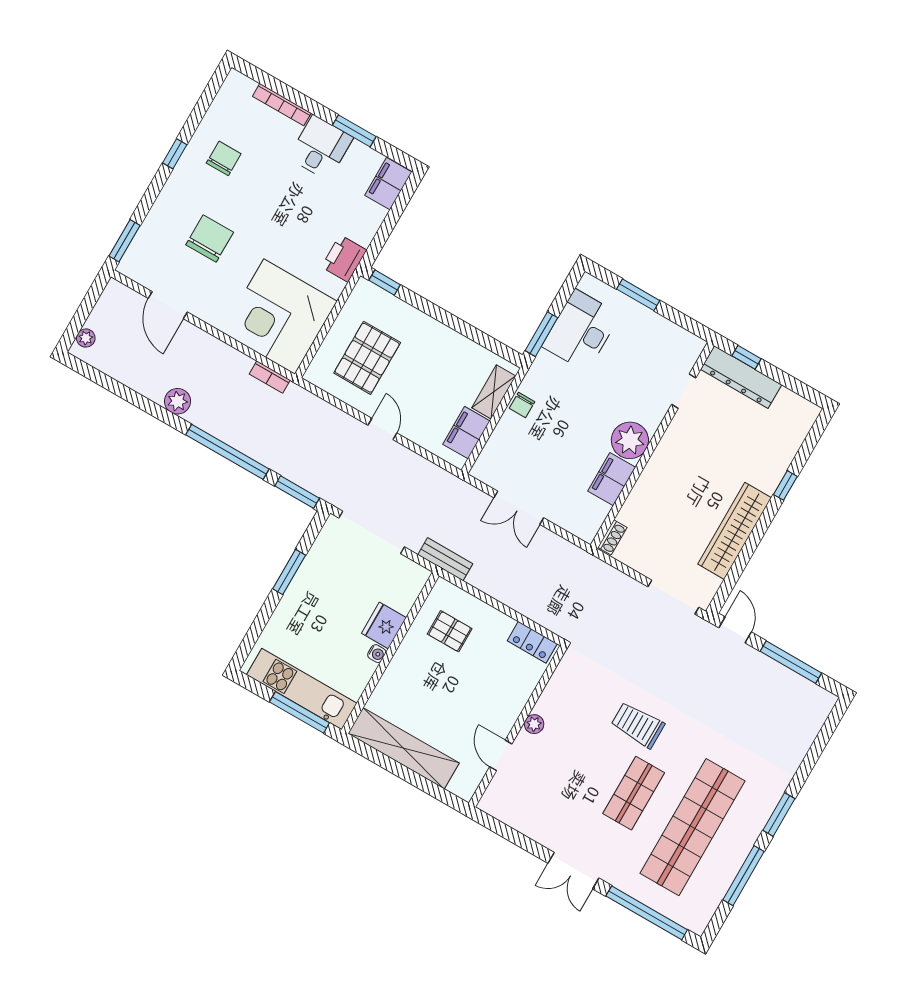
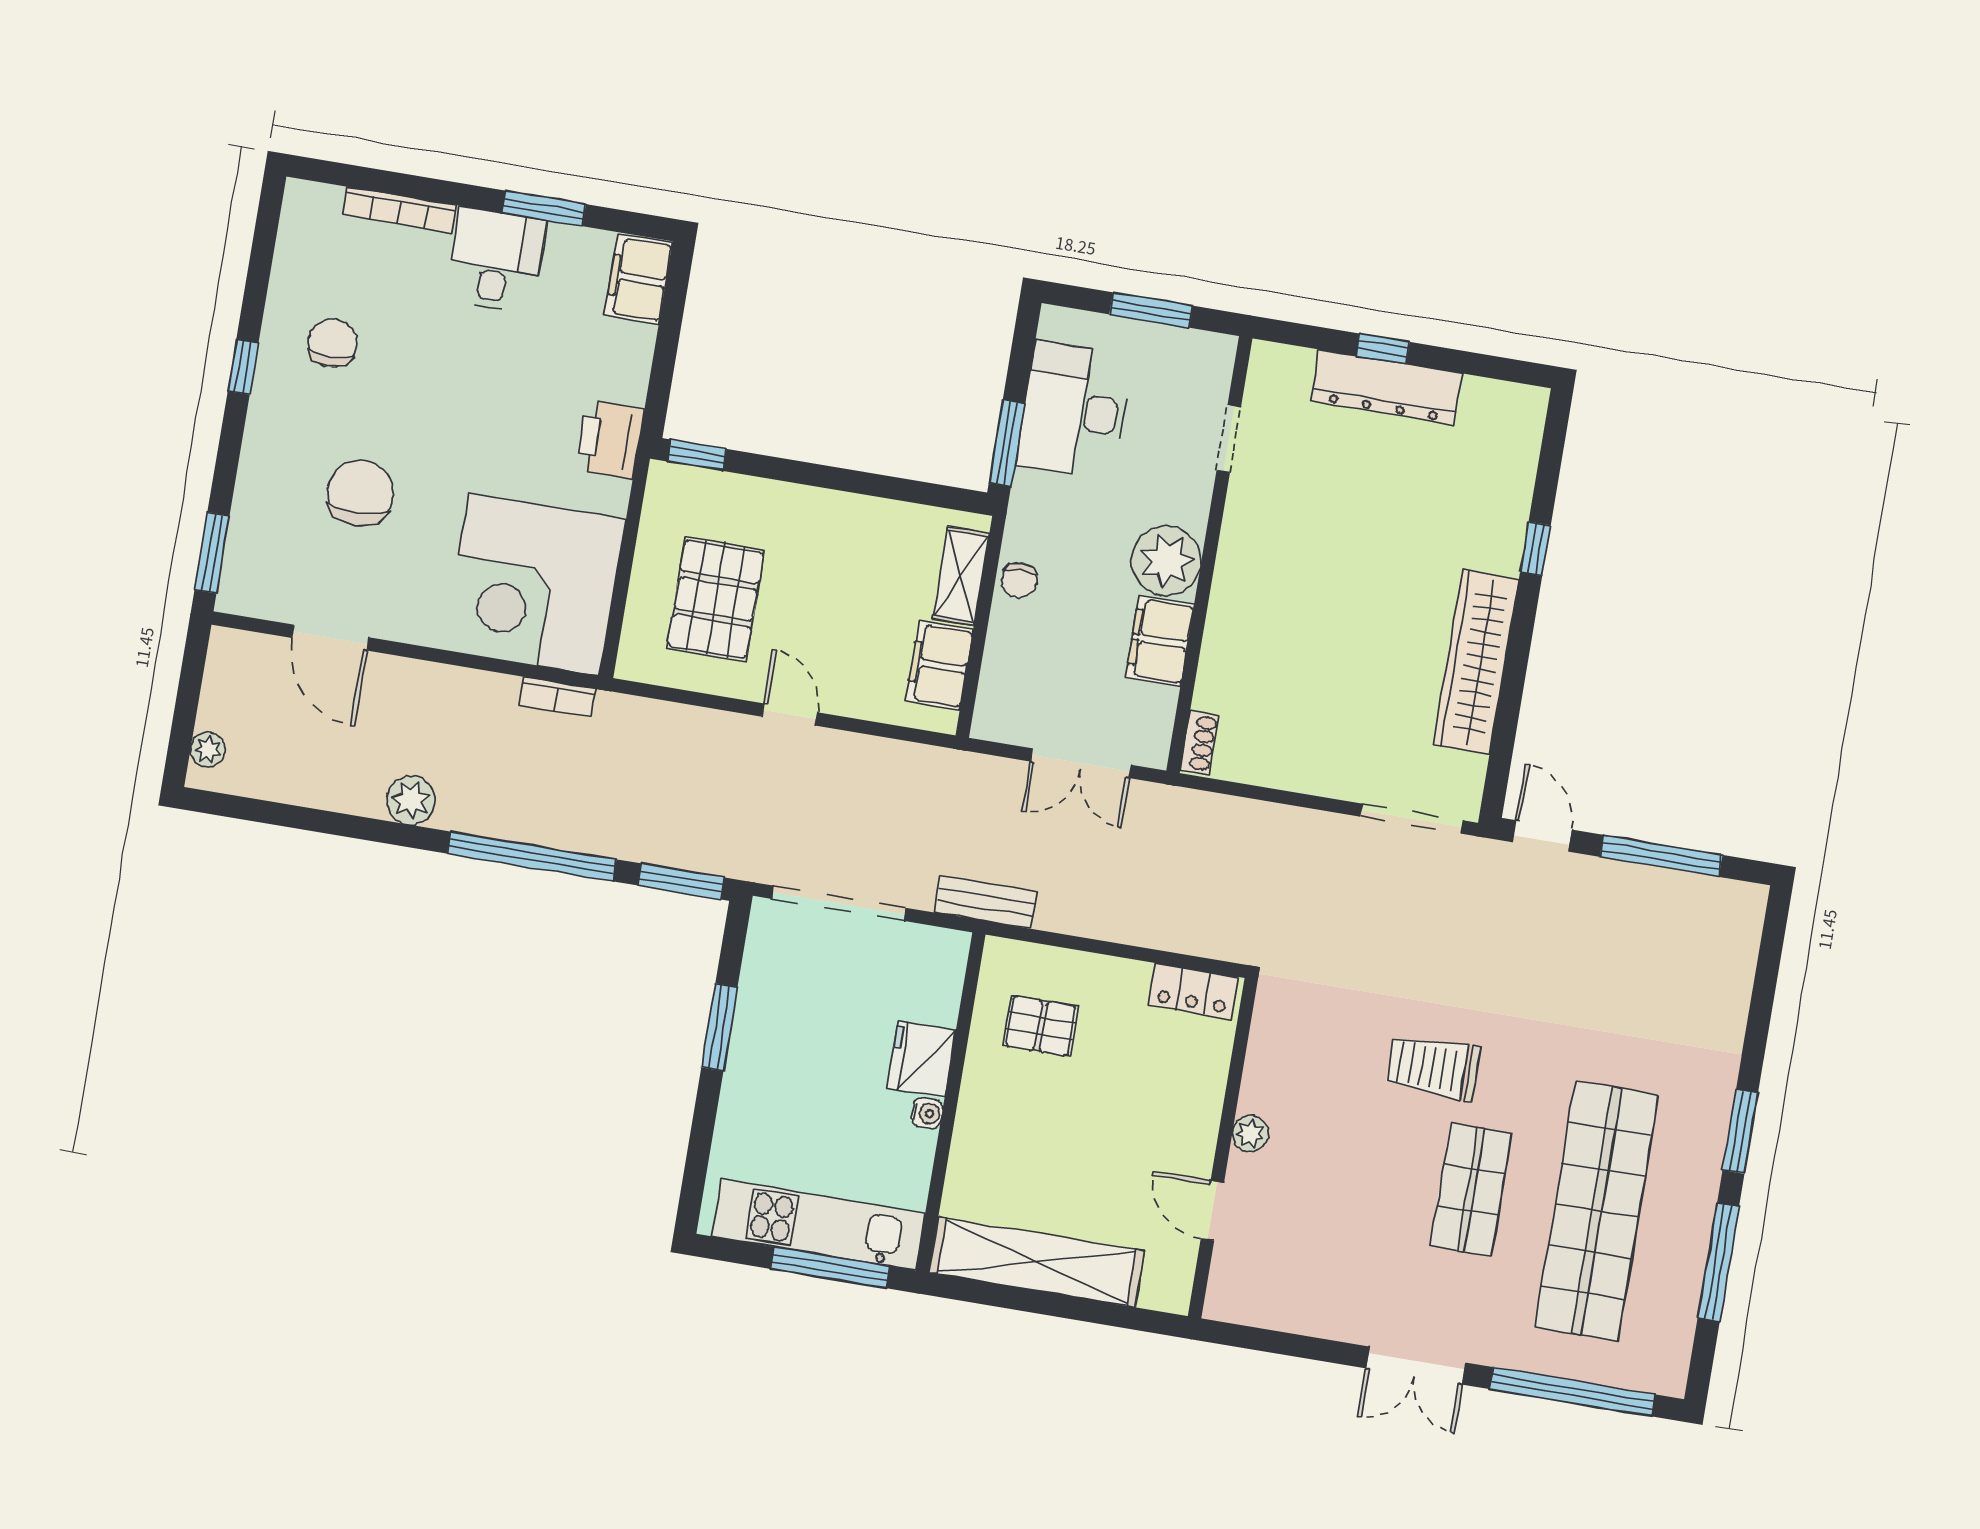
doorway: (684, 391) -> (1229, 439), moved
plant: (630, 440) -> (1166, 561), moved
wall: (652, 445) -> (1209, 555), moved
filing cabinet: (612, 479) -> (1160, 641), moved
shoe rack: (612, 537) -> (1199, 743), moved

